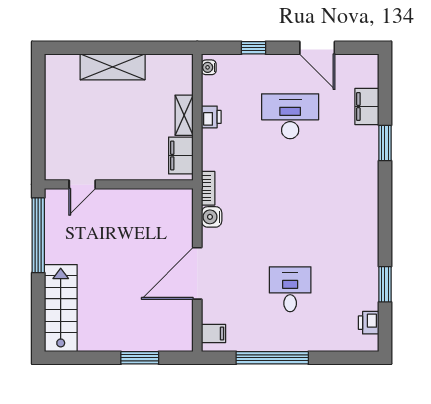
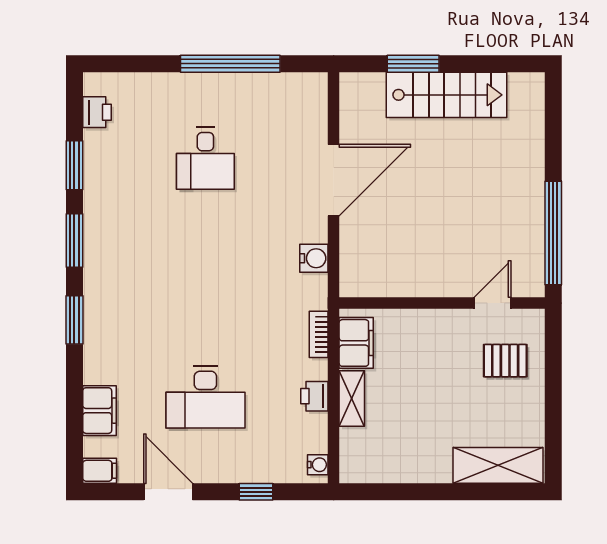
shelving: (113, 67) -> (498, 465), moved
pallet: (73, 143) -> (505, 361), added
window: (385, 143) -> (74, 320), moved
bookcase: (208, 188) -> (319, 334), moved
window: (385, 230) -> (74, 241), added
stairs: (61, 308) -> (447, 95), moved, turned -90
filing cabinet: (214, 334) -> (100, 471), moved, turned 180

